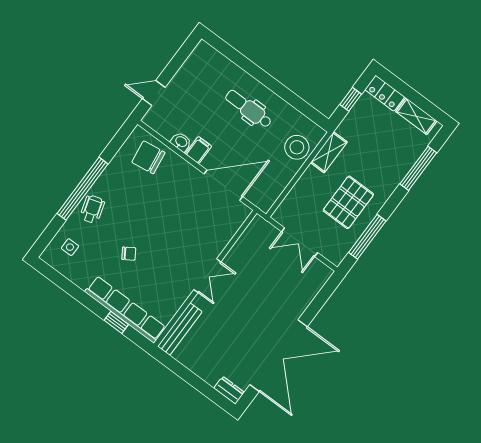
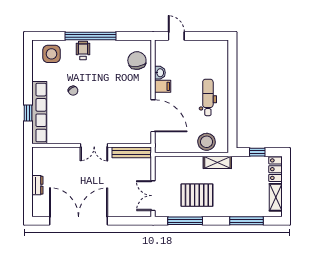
wheelchair: (92, 209) -> (83, 50), turned -73
double door: (300, 242) -> (153, 196), moved
side table: (70, 247) -> (51, 54), width x1.87, depth x1.87
bench: (180, 329) -> (132, 152), moved
double door: (279, 356) -> (79, 221), swing flipped
dresser: (229, 390) -> (37, 185), moved

